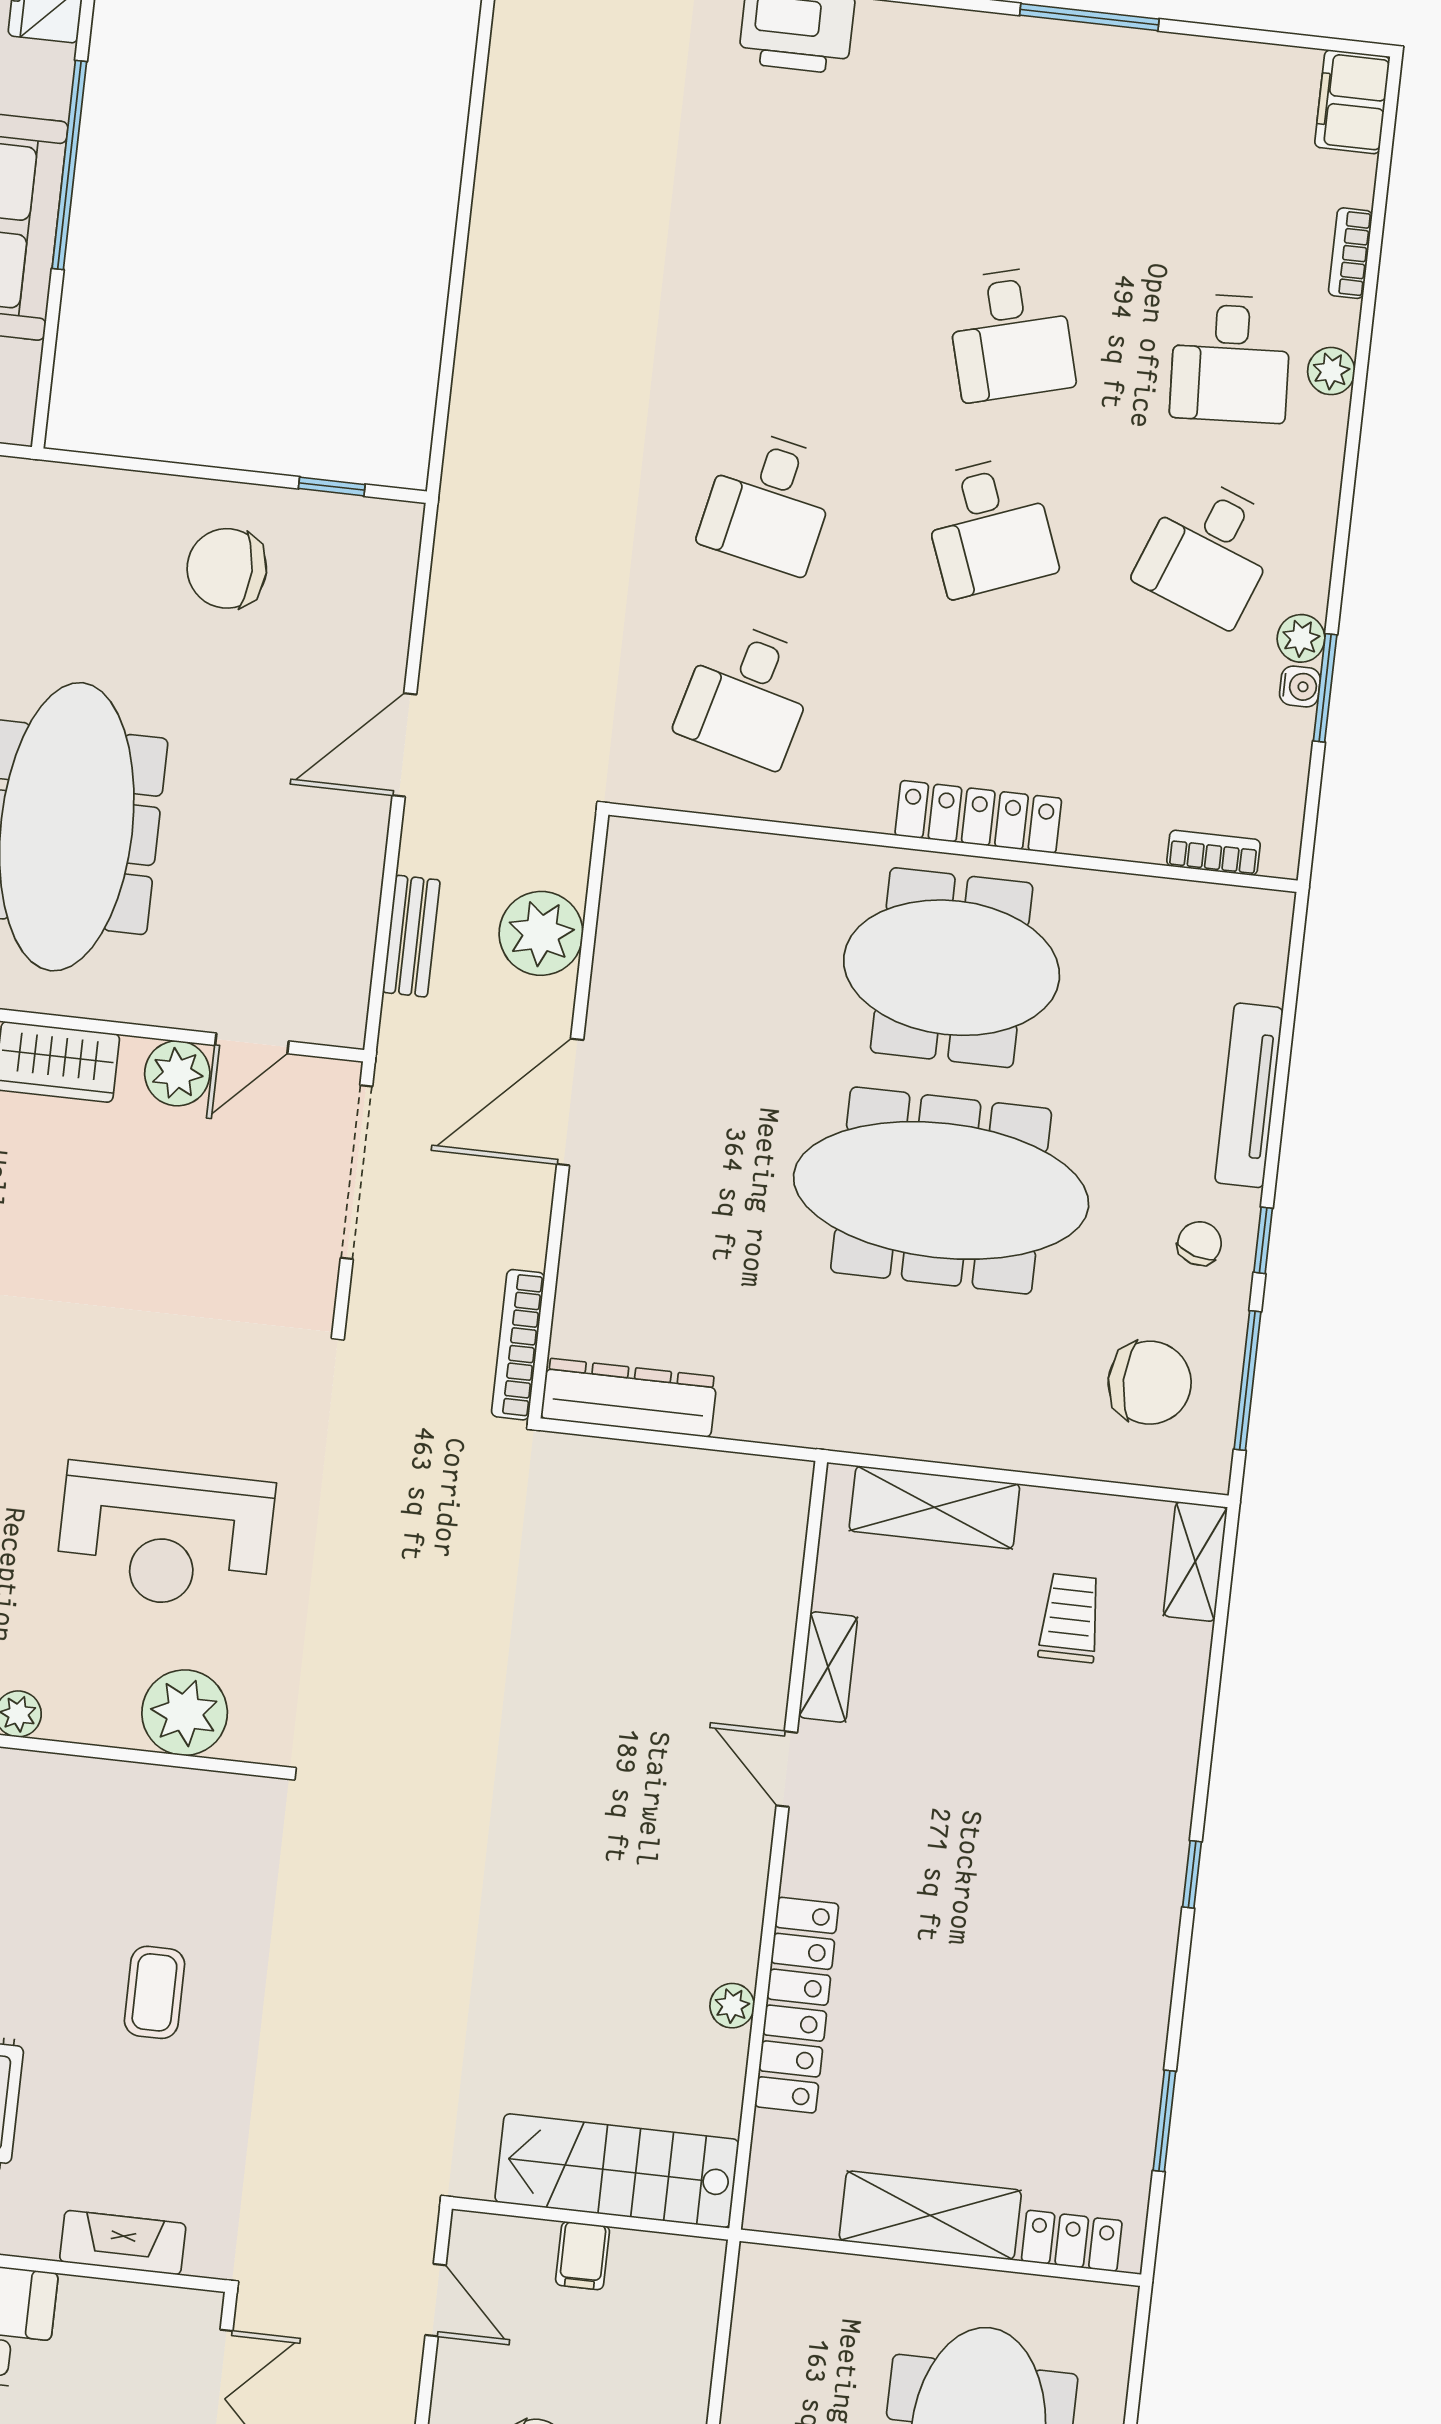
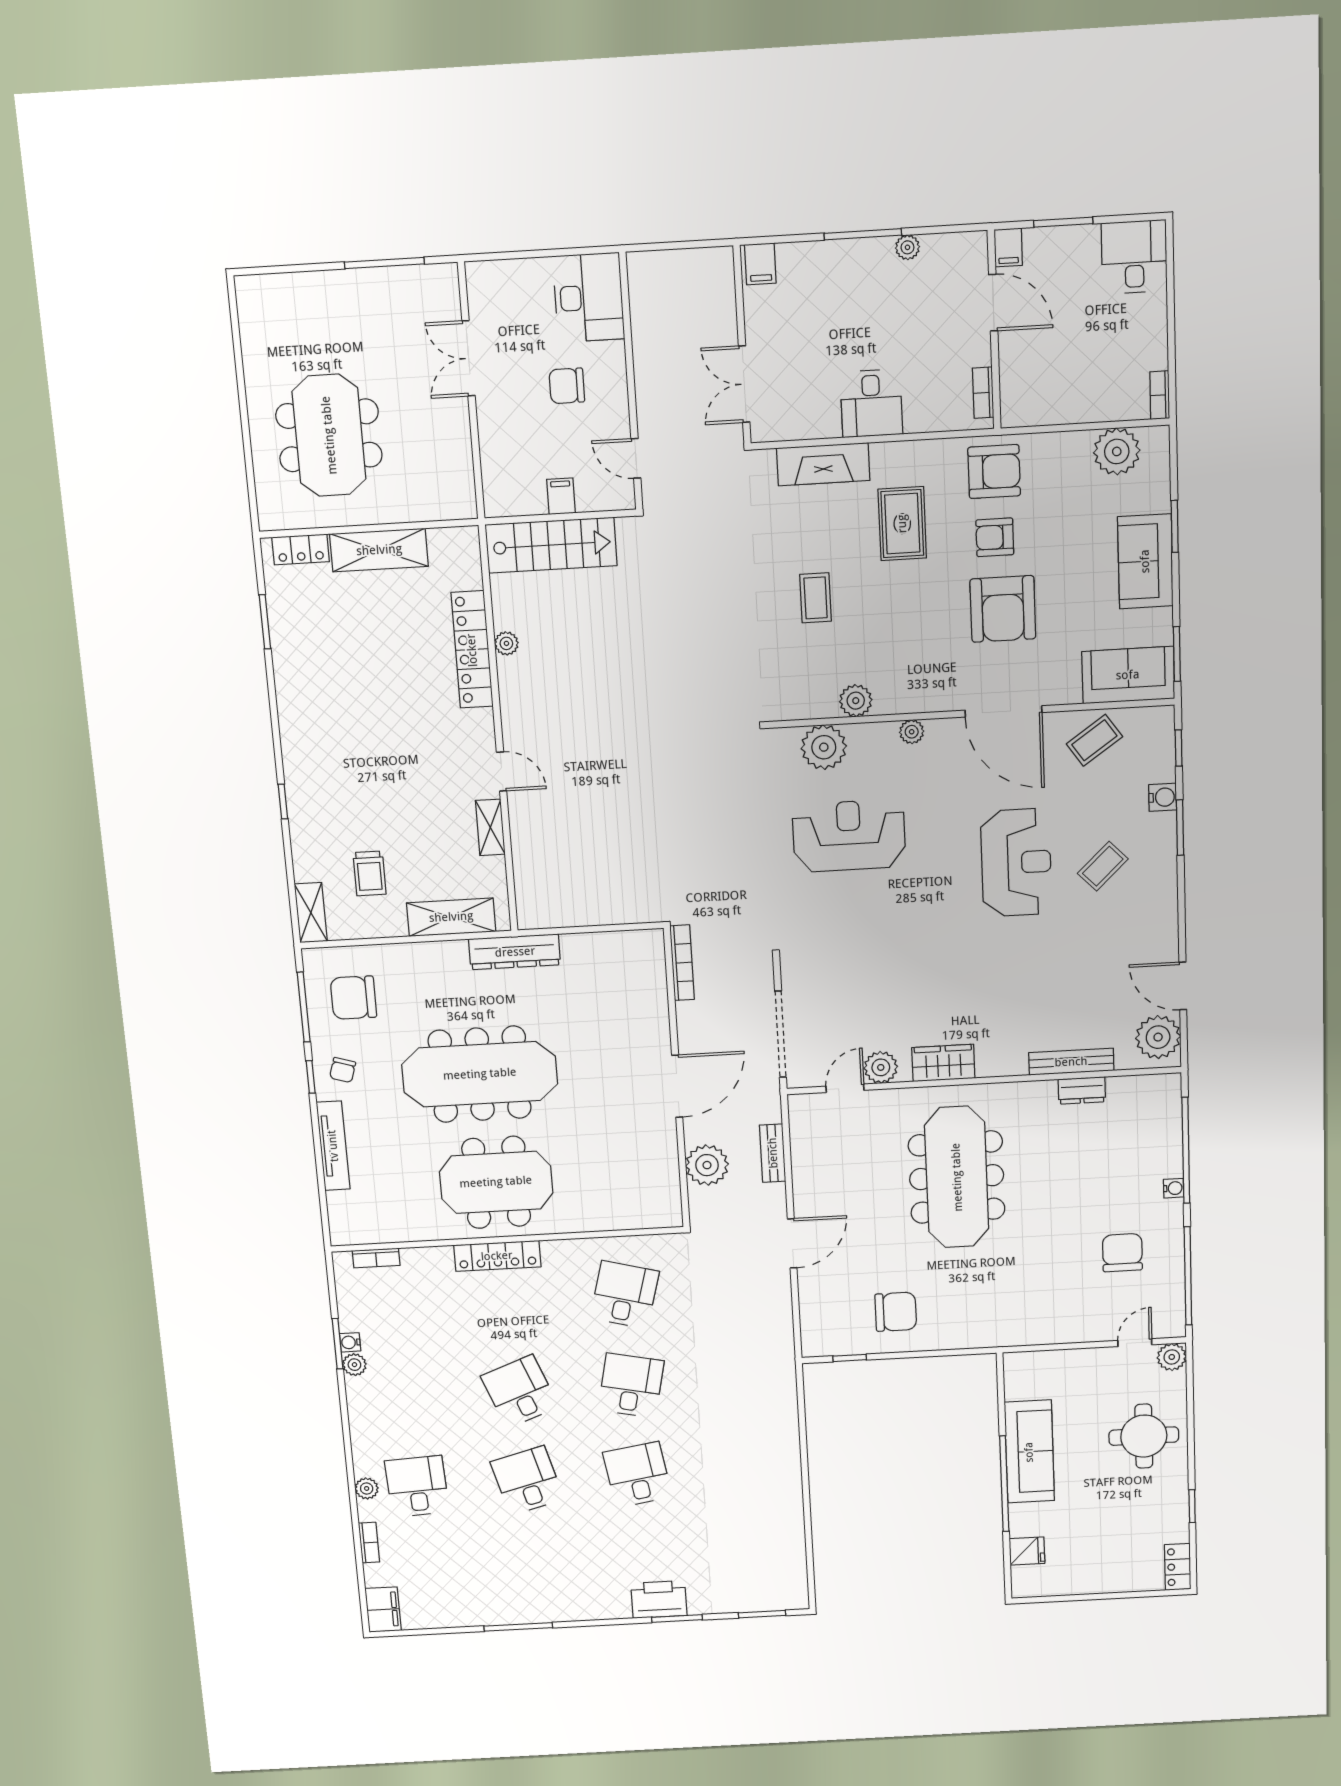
desk: (1209, 551) -> (637, 1475), moved, turned -30
dresser: (629, 1398) -> (515, 952), moved
plant: (112, 1790) -> (856, 701), added
window: (1192, 1874) -> (283, 802), moved
fireplace: (123, 2243) -> (823, 464), width x1.37, depth x1.32

